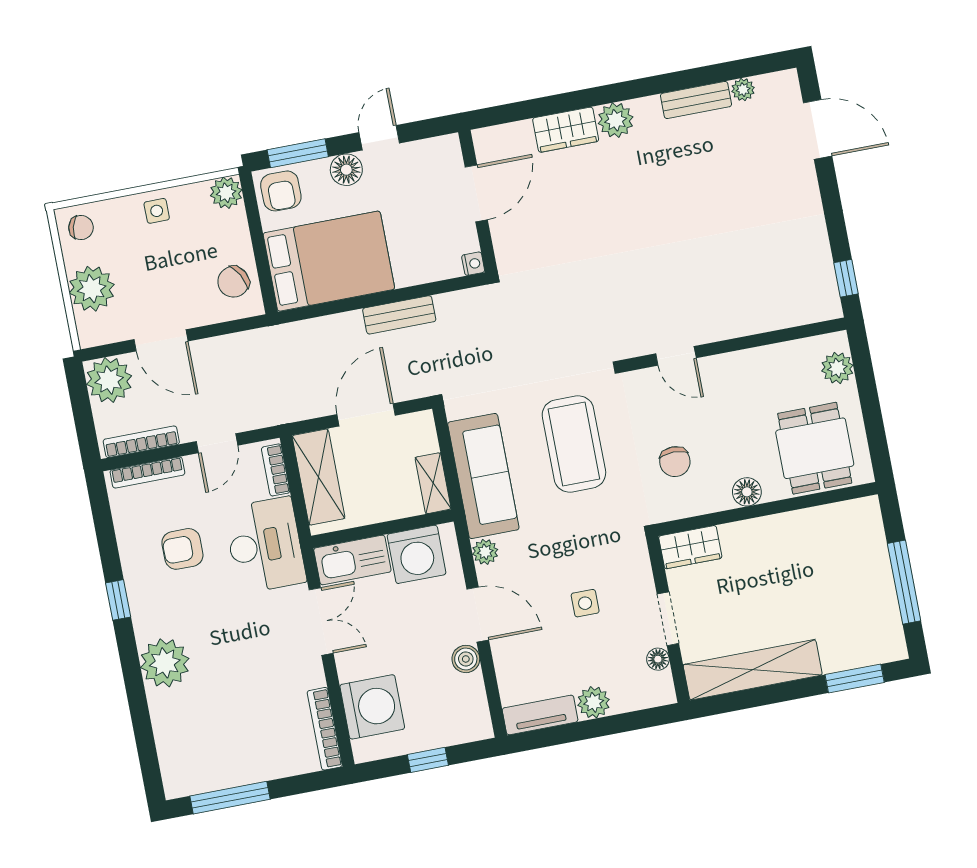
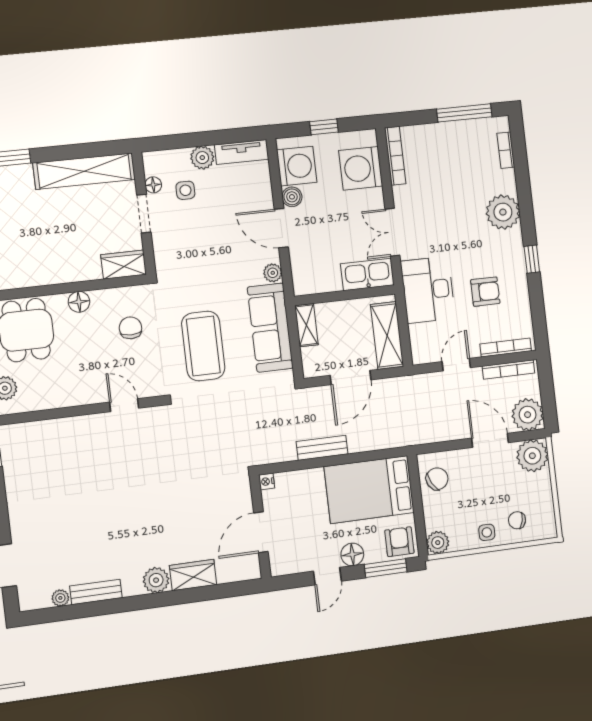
chair: (81, 228) -> (517, 520), moved
plant: (92, 289) -> (532, 456), moved
bookcase: (276, 470) -> (506, 150), moved, turned 180
washing machine: (417, 554) -> (297, 166), moved, turned 90
side table: (585, 603) -> (185, 190), moved

